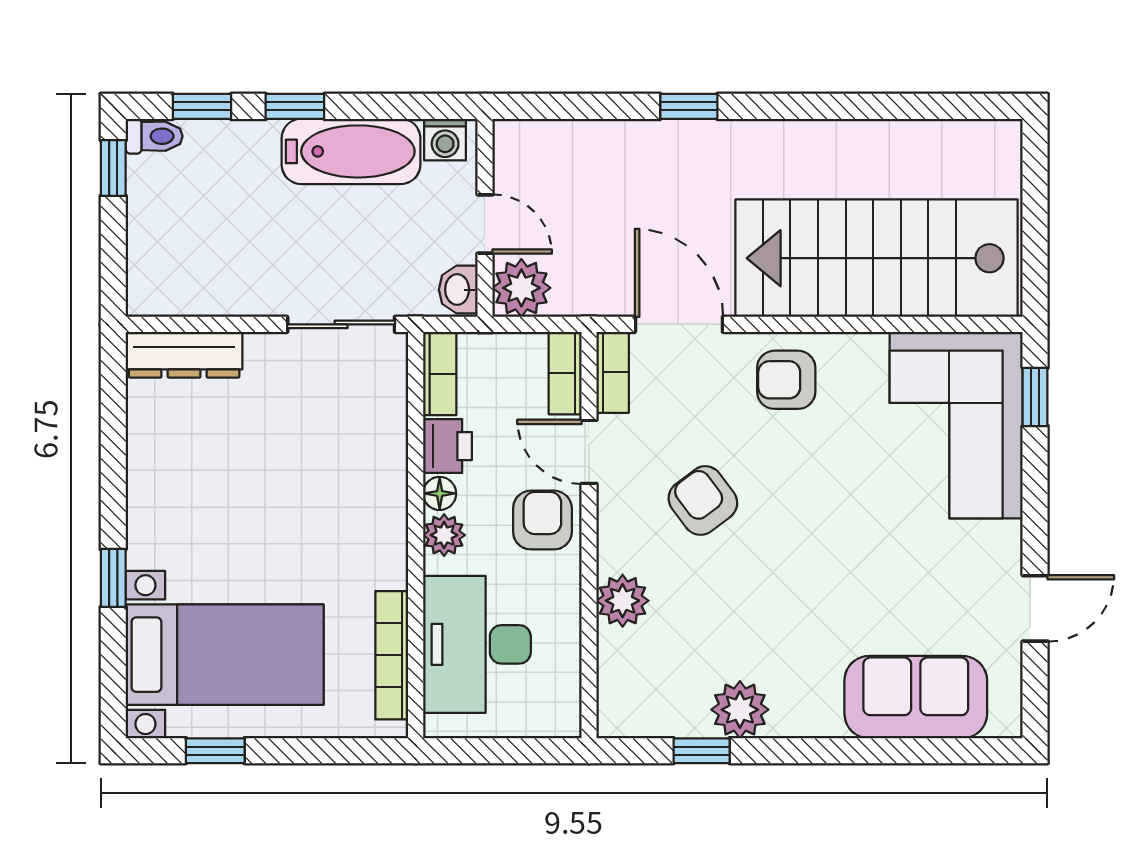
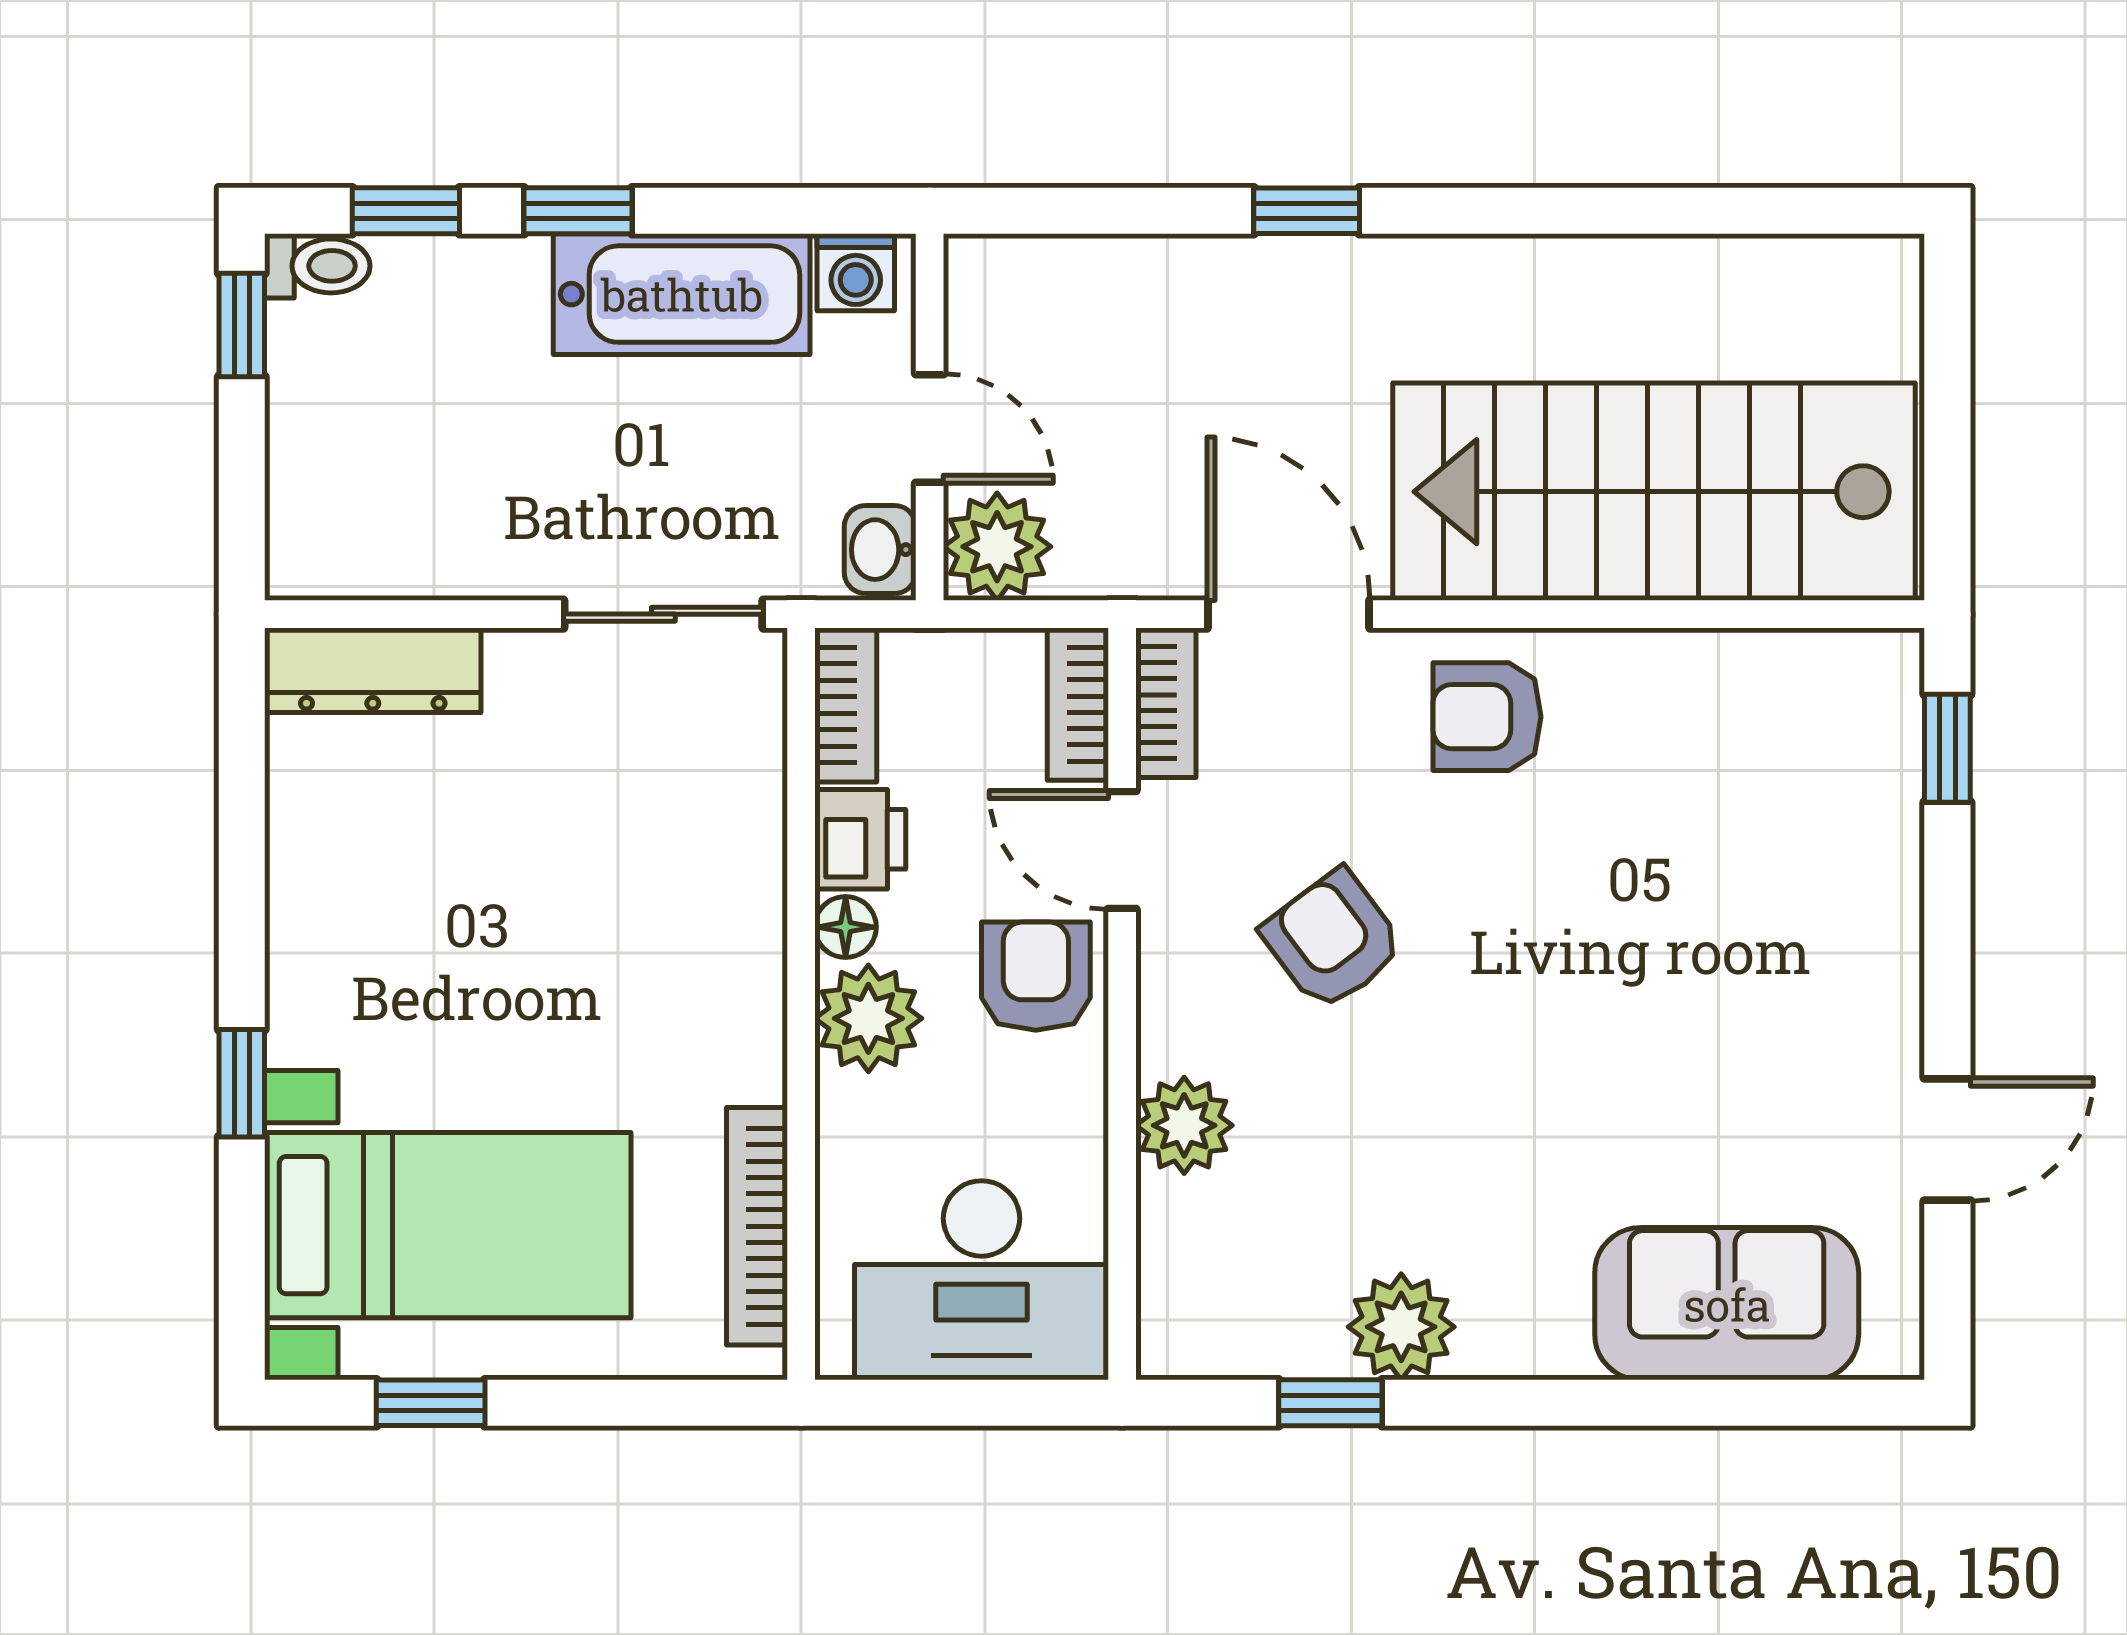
corner sofa: (956, 425) -> (1801, 801), removed
plant: (444, 535) -> (868, 1018), width x1.38, depth x1.38
desk: (477, 644) -> (981, 1280), moved, turned -90

